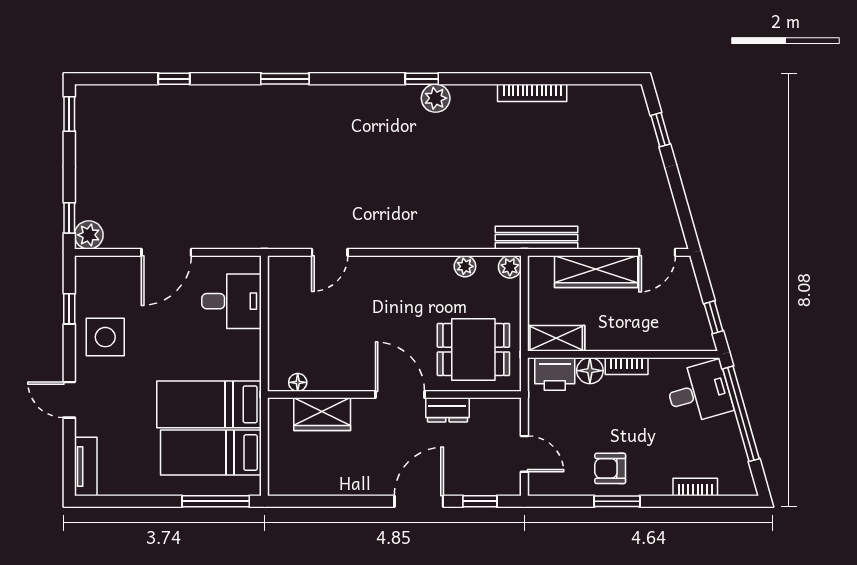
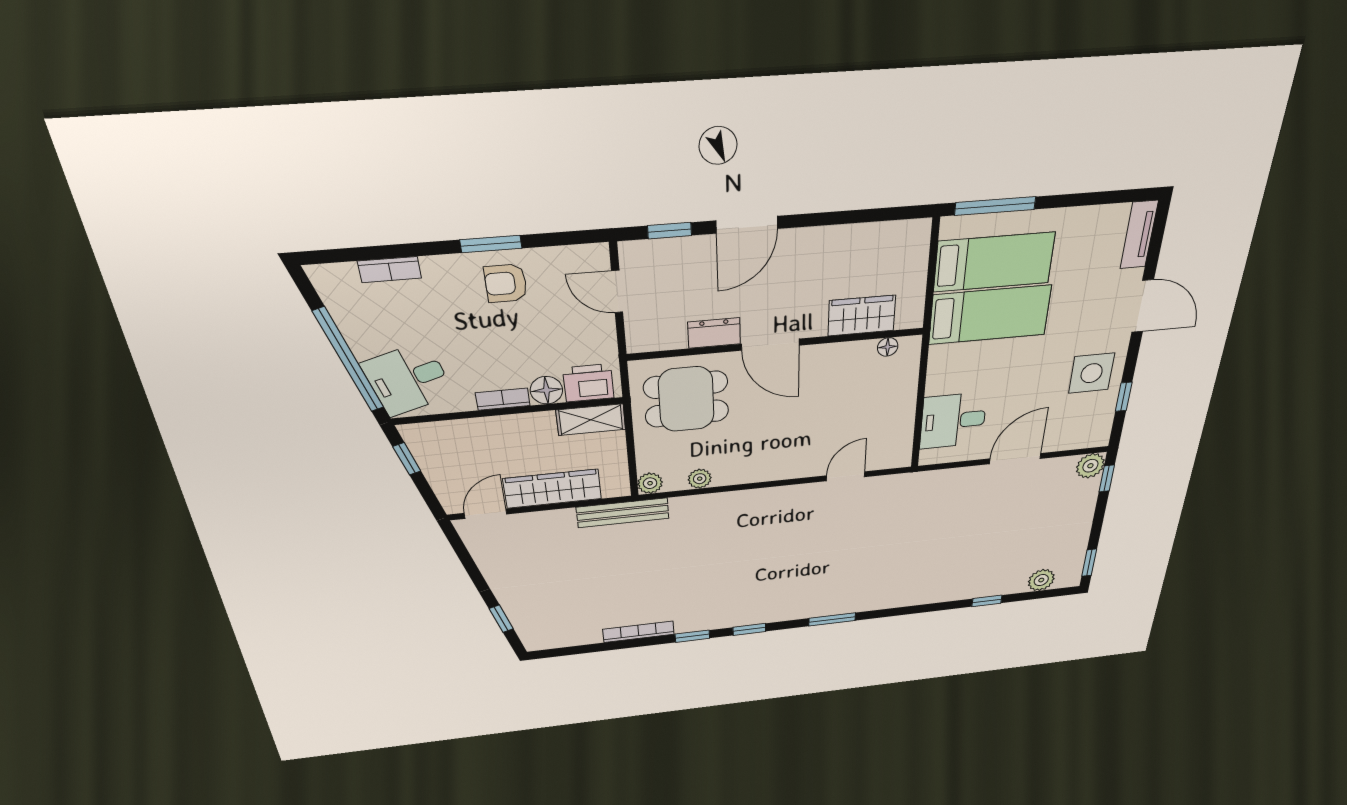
window: (285, 79) -> (832, 619), moved
window: (479, 79) -> (692, 636), added
plant: (436, 98) -> (1041, 580), moved
door: (69, 400) -> (1143, 306), width x1.38
armchair: (610, 468) -> (506, 283), turned 180

